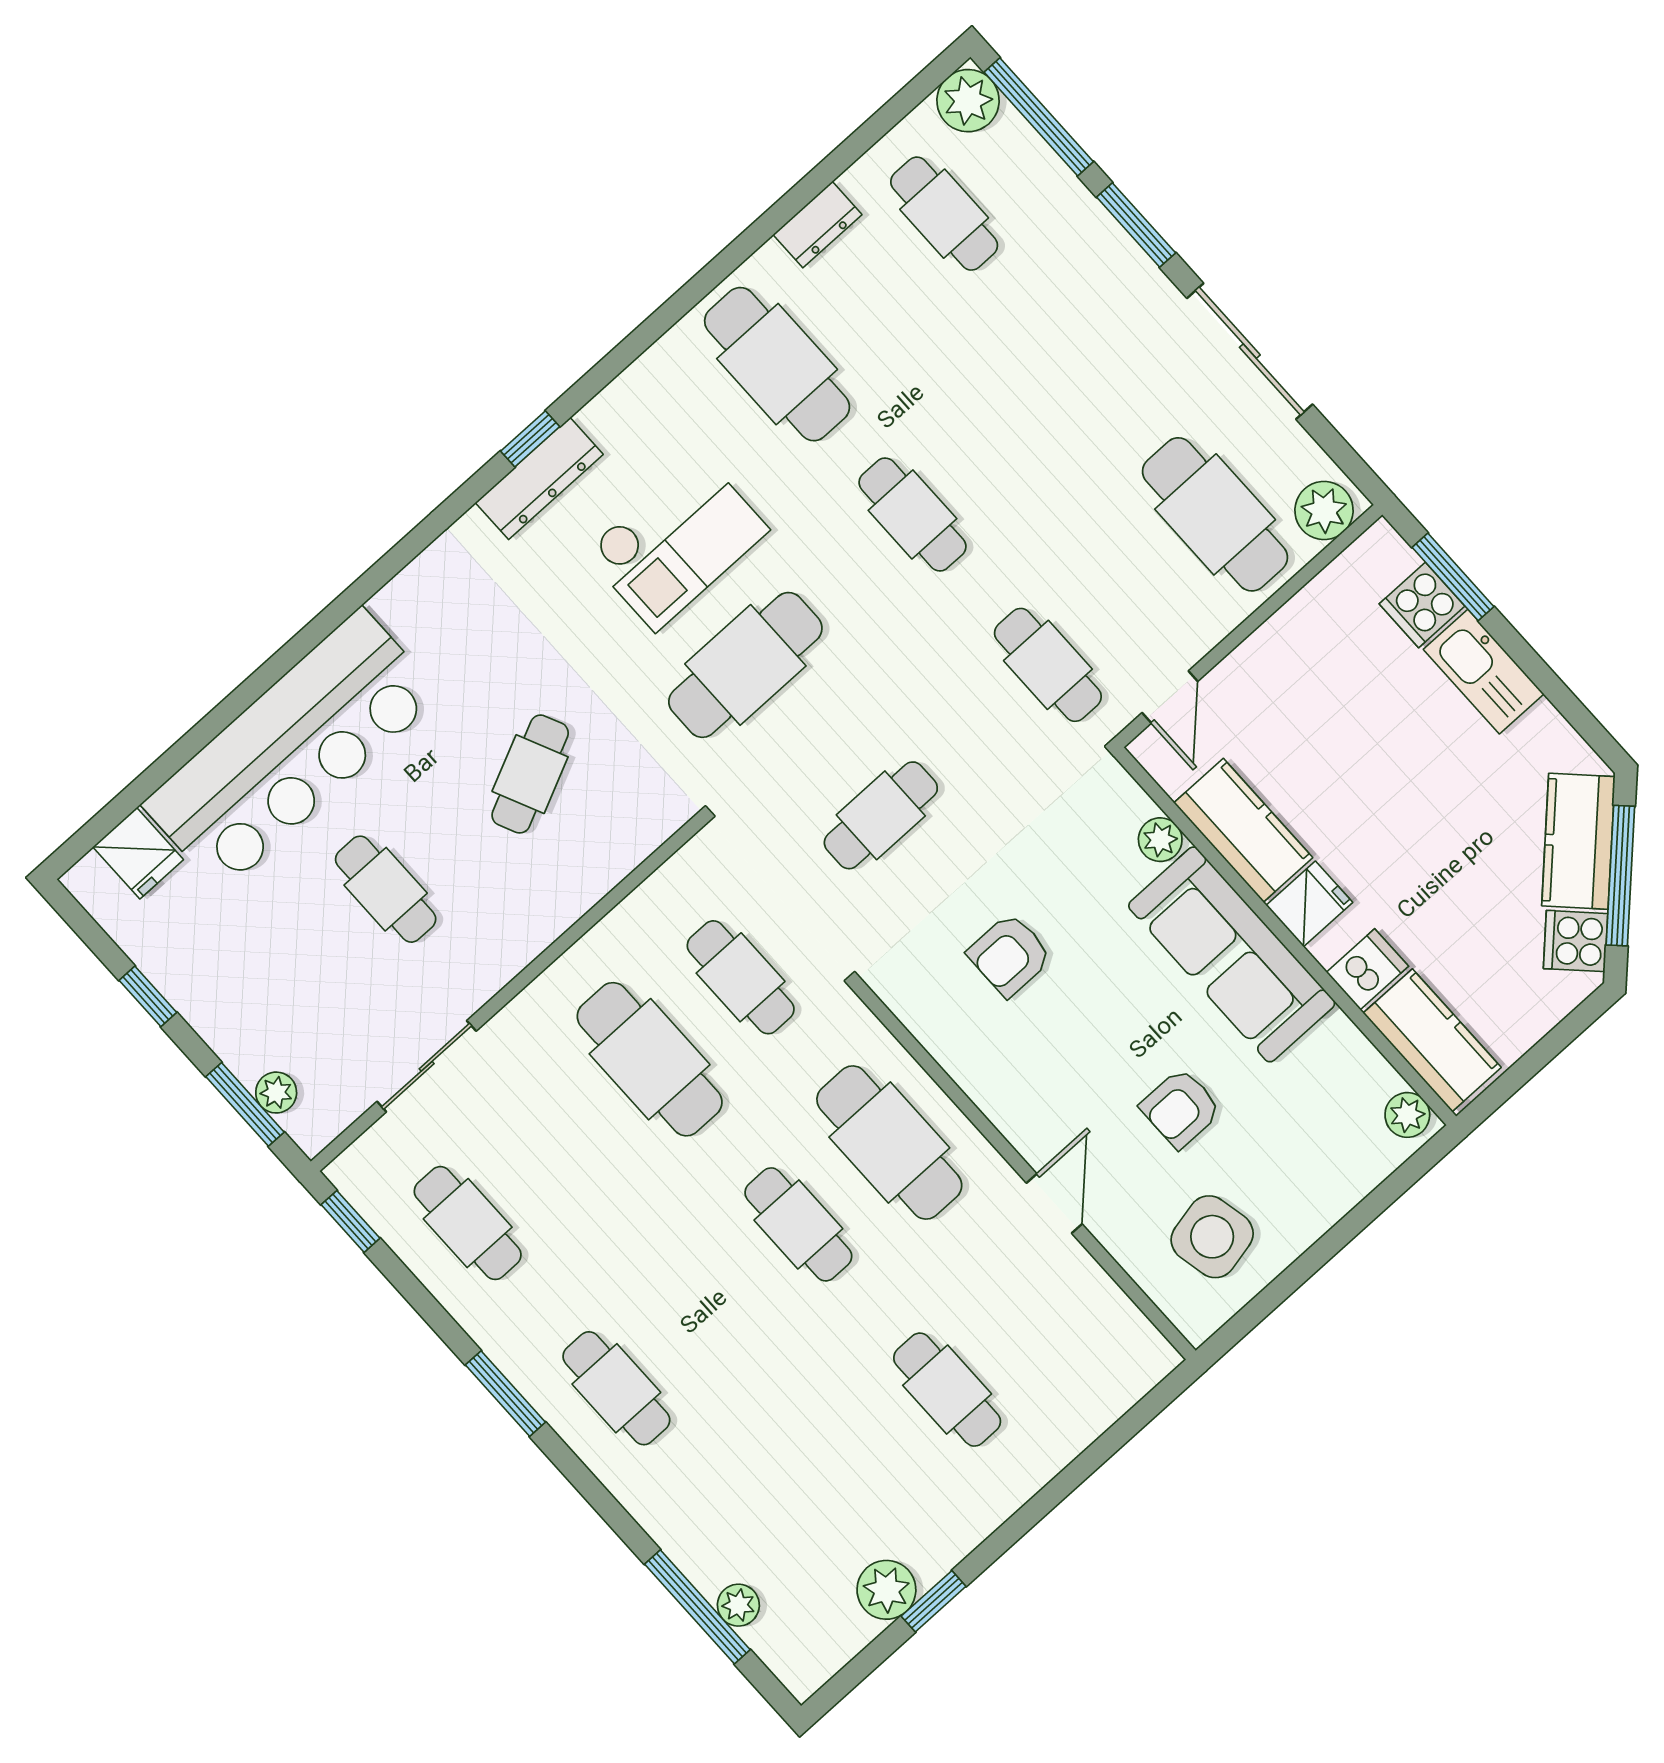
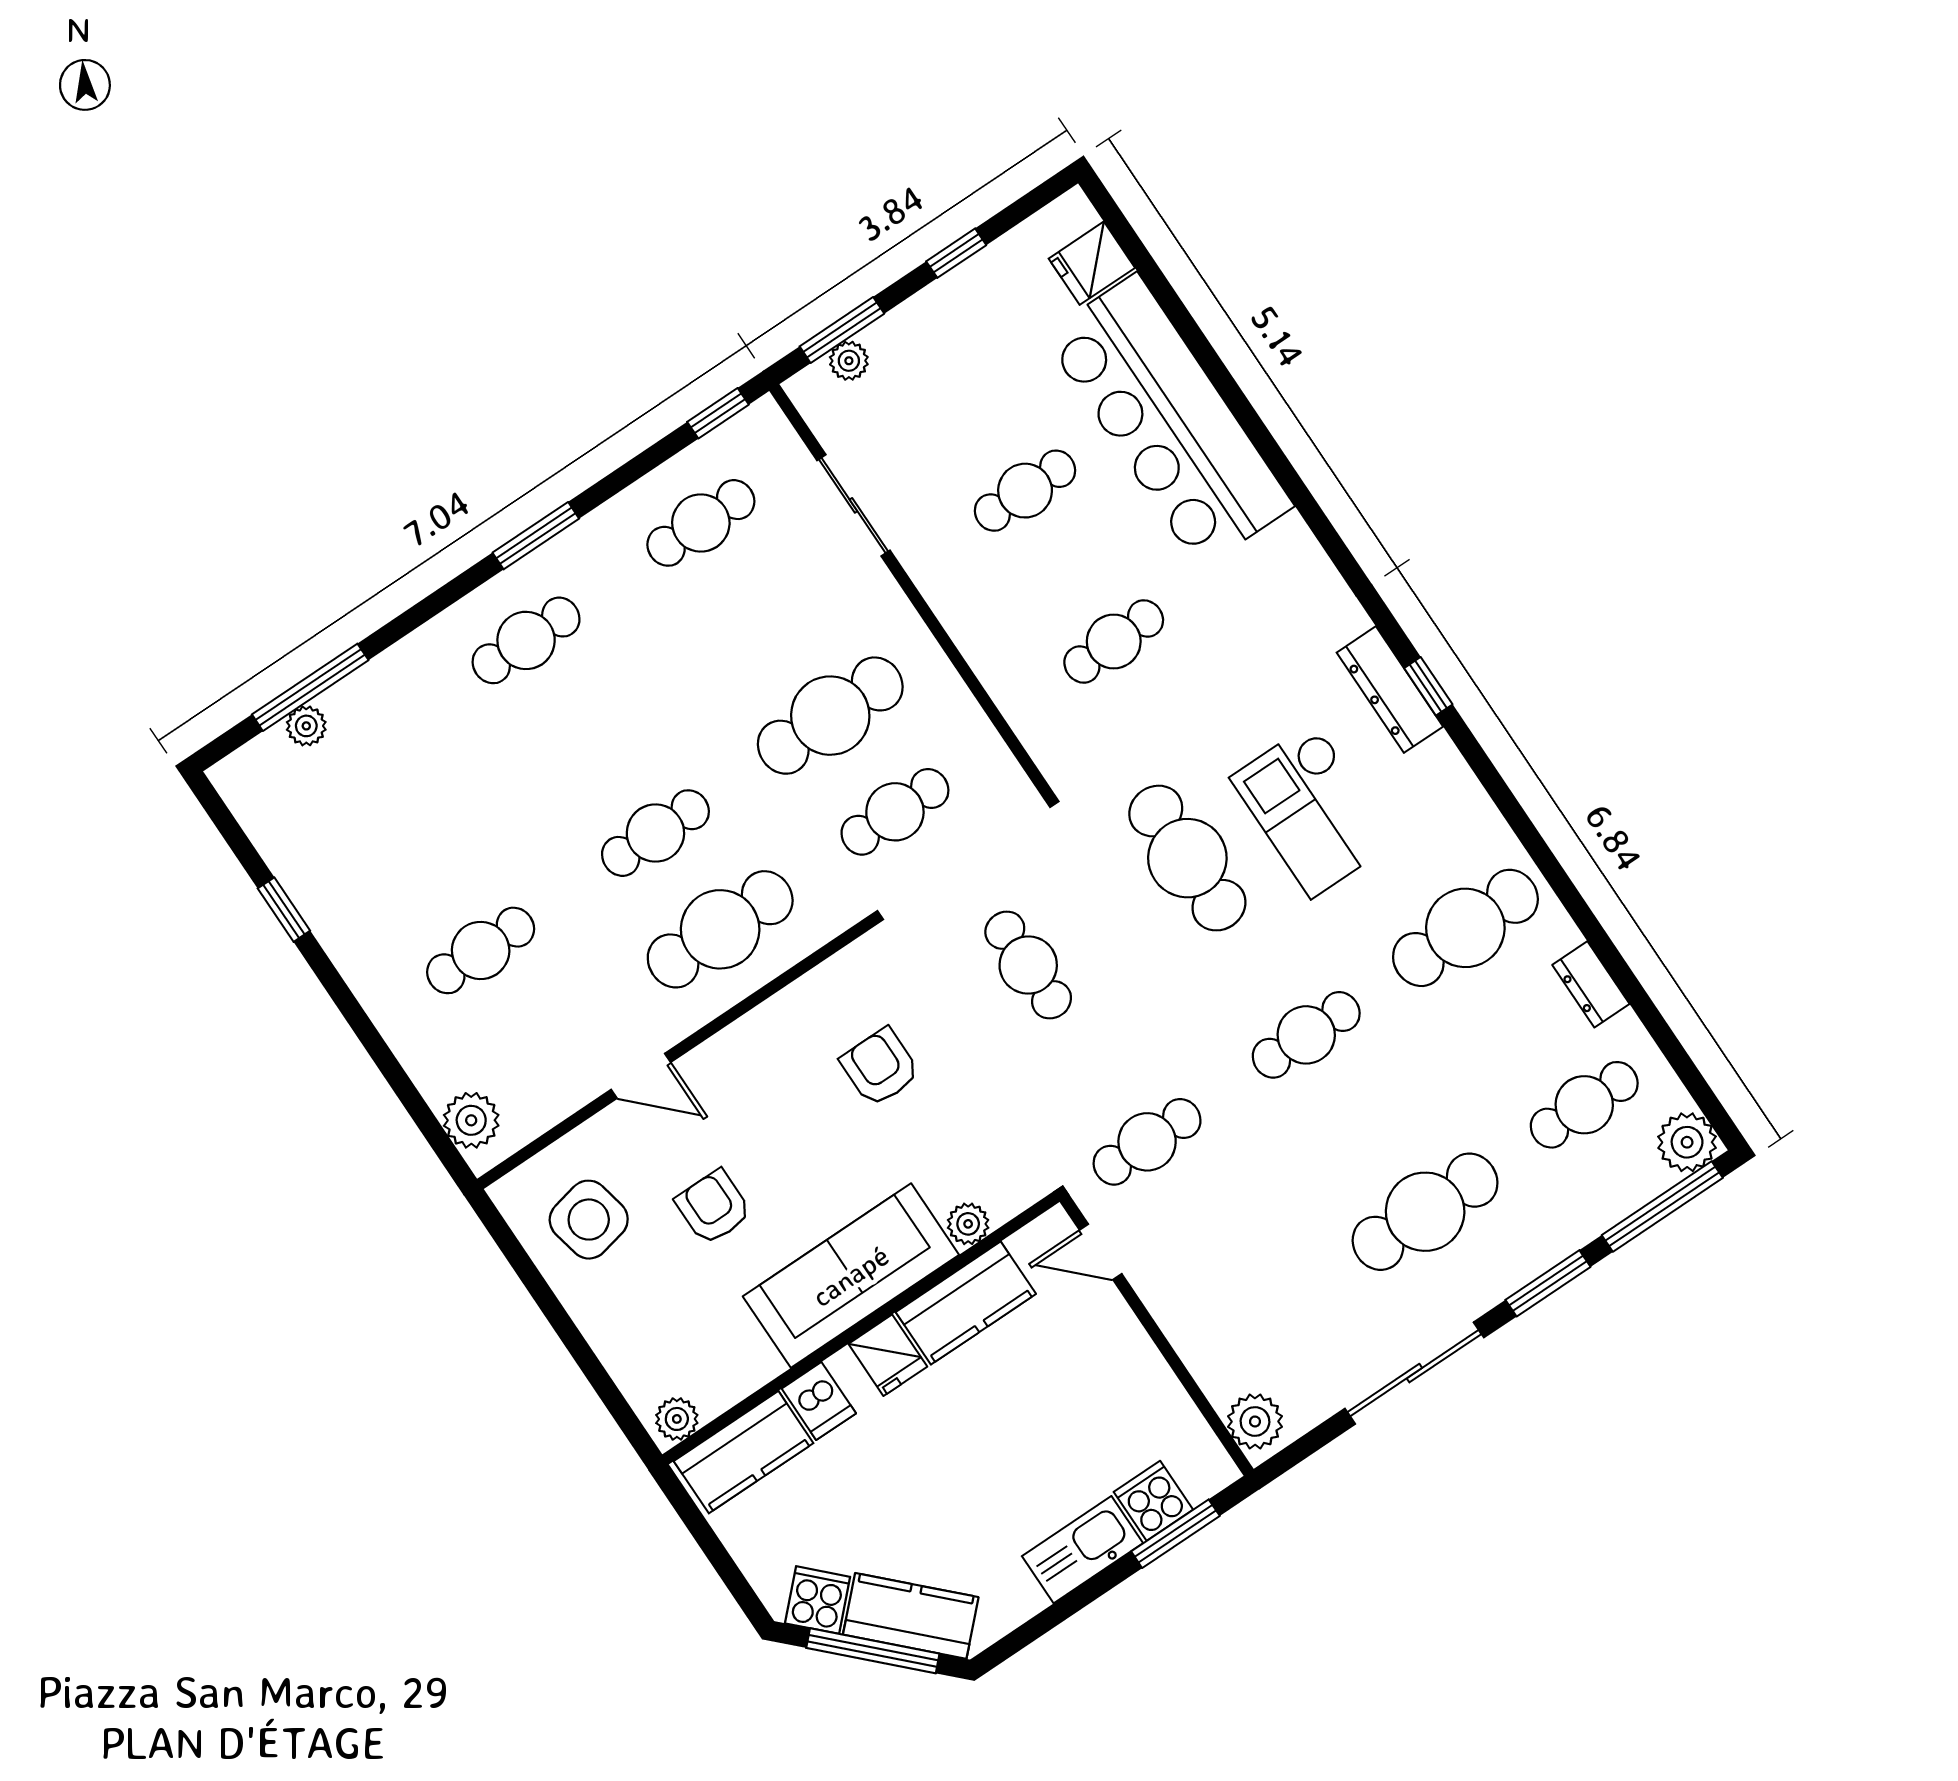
cafe table: (1215, 514) -> (1425, 1212), moved
cafe table: (530, 774) -> (1114, 642), turned -67
plant: (886, 1590) -> (471, 1120), moved

